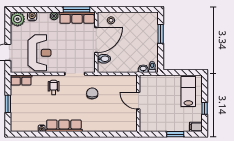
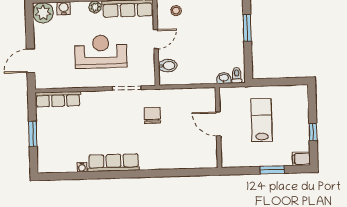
door: (96, 40) -> (156, 39), width x0.53
reception desk: (39, 53) -> (101, 52), moved, turned -90
row of seats: (21, 80) -> (58, 99), width x1.48
wheelchair: (54, 87) -> (97, 108), removed
lab bench: (188, 91) -> (262, 120), moved

